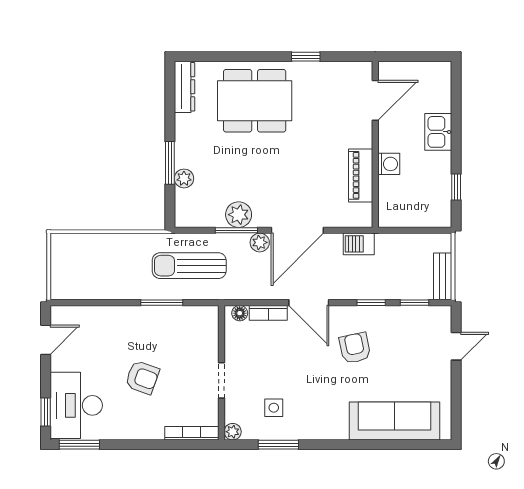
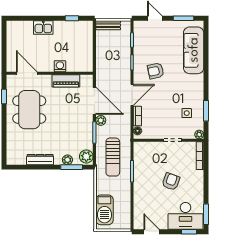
dresser: (184, 87) -> (40, 160), moved
door: (375, 100) -> (27, 73), moved
dining table: (255, 101) -> (29, 110), moved
wall: (375, 144) -> (50, 73), moved
window: (170, 163) -> (72, 167), moved
washing machine: (389, 164) -> (60, 66), moved
piano: (361, 175) -> (66, 81), moved
plant: (239, 215) -> (86, 157), moved
barbecue: (359, 244) -> (104, 210), moved, width x1.88, depth x1.53
bench: (443, 276) -> (108, 25), moved
window: (456, 401) -> (183, 18), added

